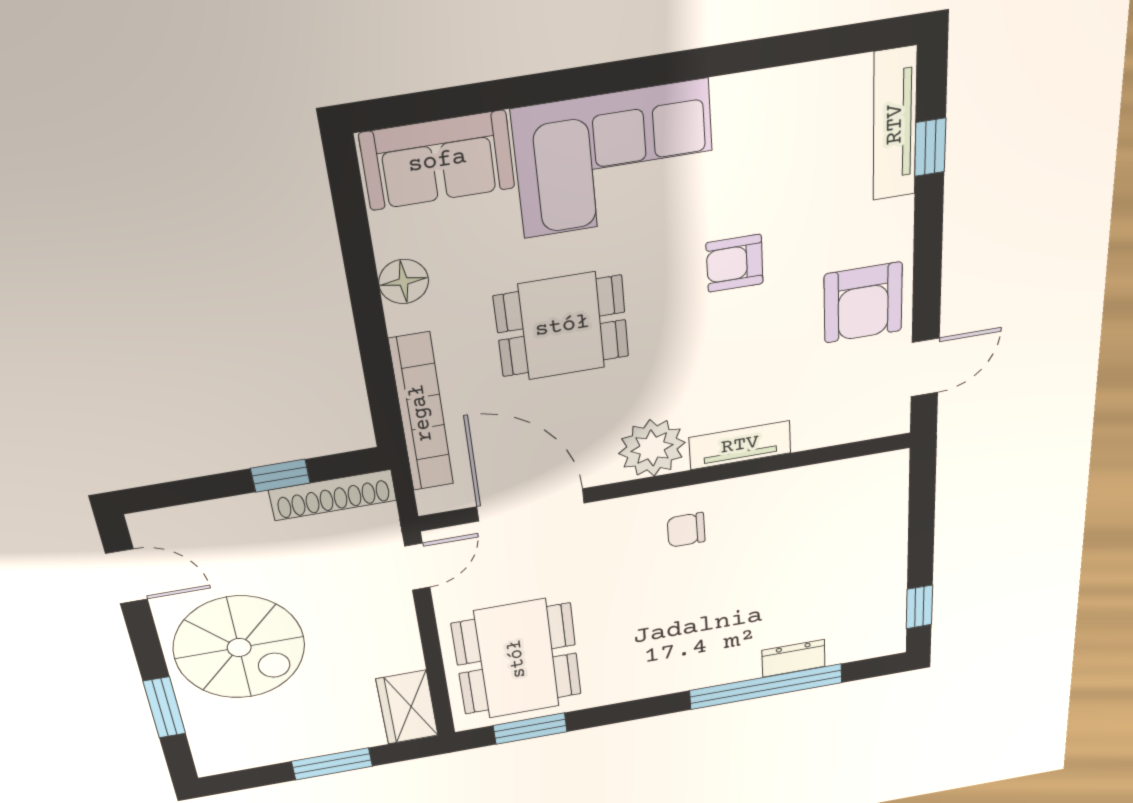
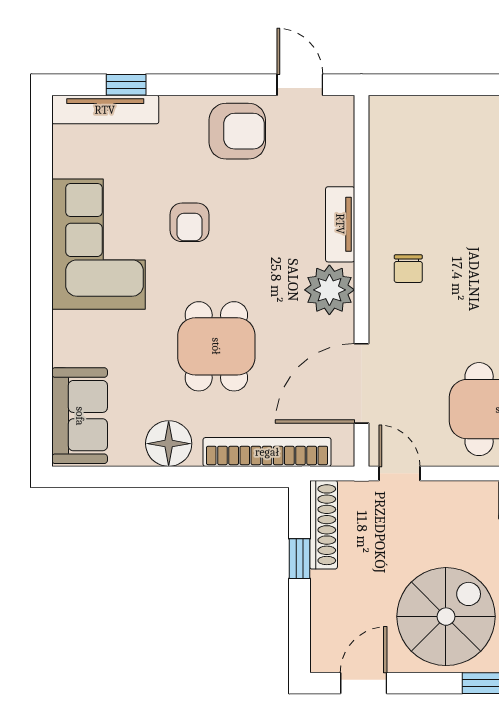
corner sofa: (615, 159) -> (98, 244), moved
floor lamp: (404, 282) -> (169, 444), width x1.38, depth x1.38

